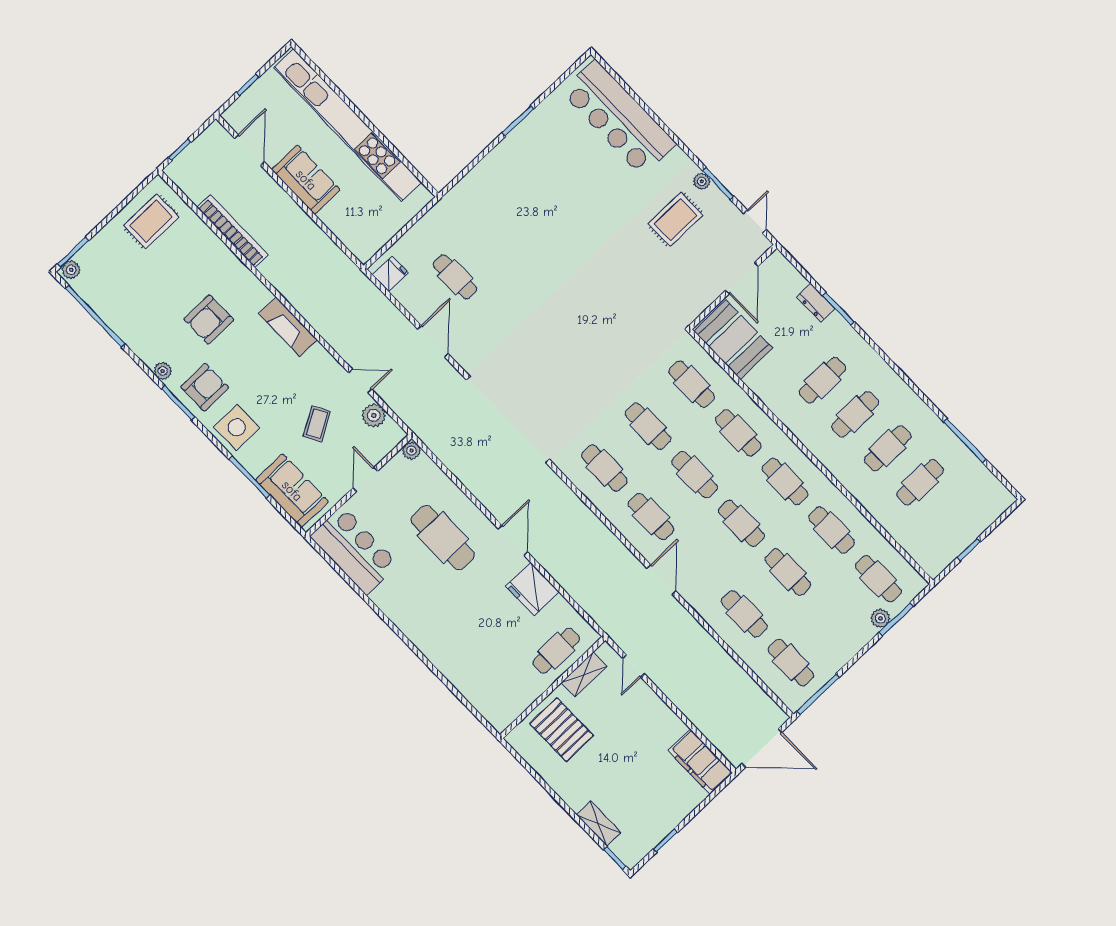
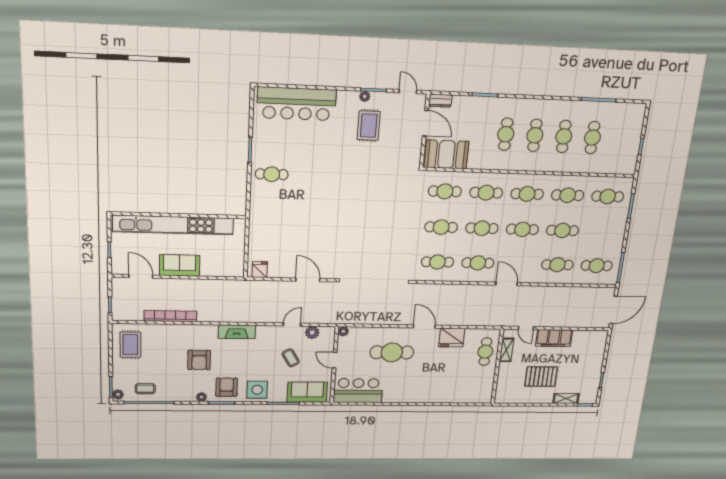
cafe table: (455, 277) -> (272, 174), moved
coffee table: (110, 294) -> (145, 389), added
dresser: (816, 303) -> (440, 101), moved
plant: (880, 618) -> (623, 212), removed
pallet: (562, 730) -> (541, 377), moved
filing cabinet: (700, 762) -> (554, 338), moved

